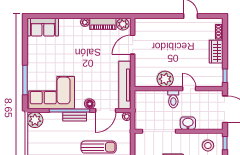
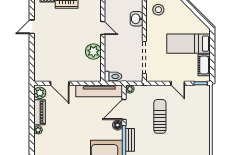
door: (189, 89) -> (103, 28), swing flipped
toilet: (173, 99) -> (113, 76), moved
door: (106, 110) -> (124, 109), swing flipped
washbasin: (188, 123) -> (137, 19), moved

